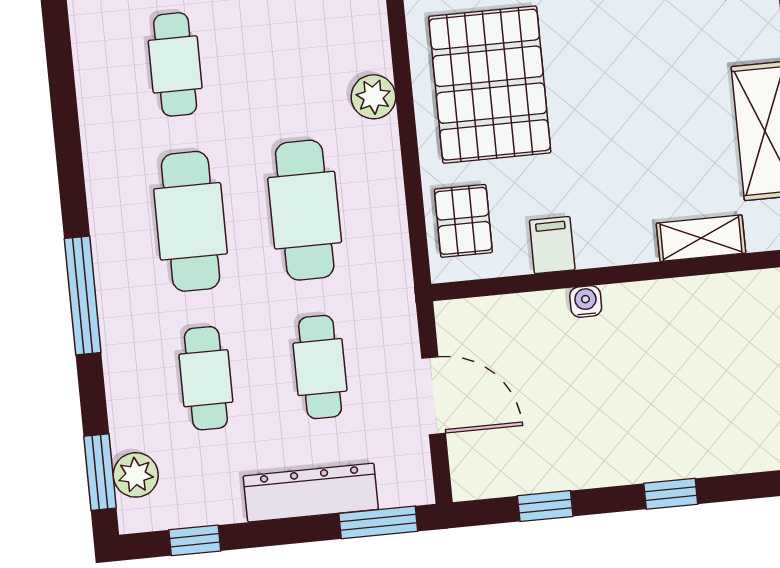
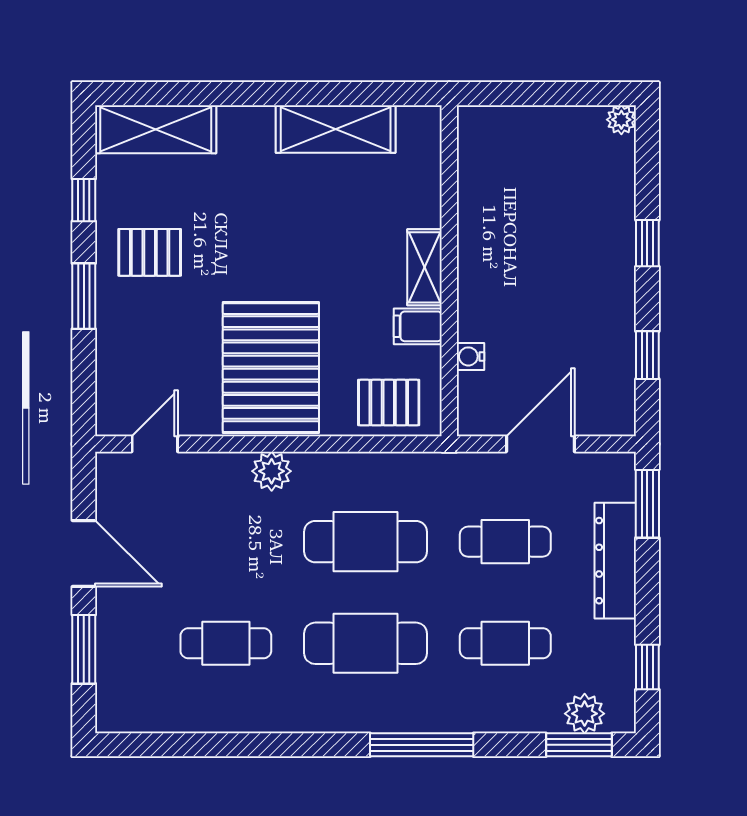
pallet: (490, 85) -> (271, 368), turned 90
shelving: (701, 238) -> (425, 267), moved
water cooler: (586, 302) -> (470, 356), moved

